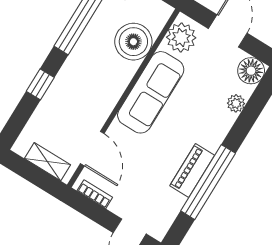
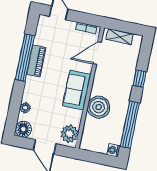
boiler: (133, 42) -> (99, 107), moved
sofa: (151, 92) -> (77, 90), width x0.73
door: (92, 149) -> (97, 53), hinge flipped

